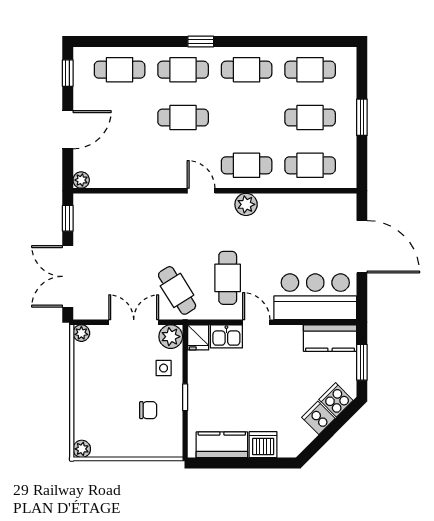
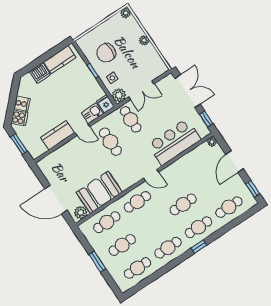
plant: (246, 204) -> (81, 213), moved
booth: (292, 216) -> (99, 192), added
cafe table: (177, 290) -> (131, 119), turned 32
bar counter: (315, 297) -> (174, 142), moved, turned 180
plant: (81, 333) -> (144, 40), moved
kitchen counter: (330, 338) -> (58, 135), moved
chair: (148, 410) -> (106, 53), width x1.87, depth x1.87

